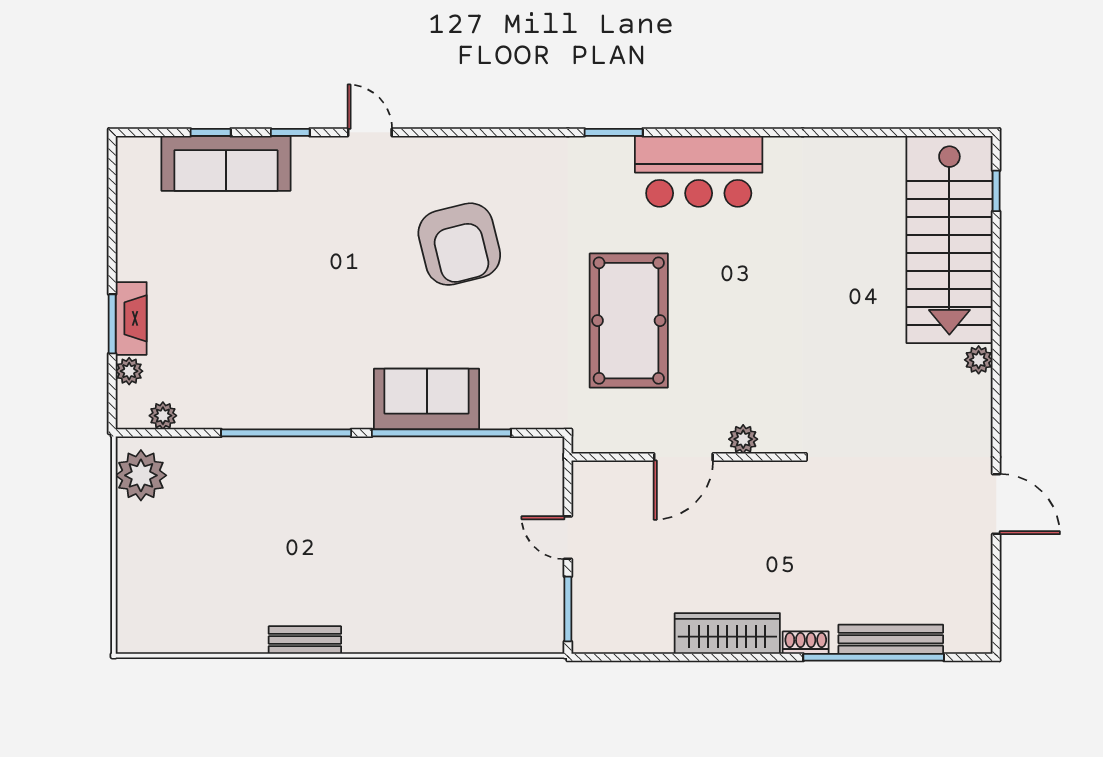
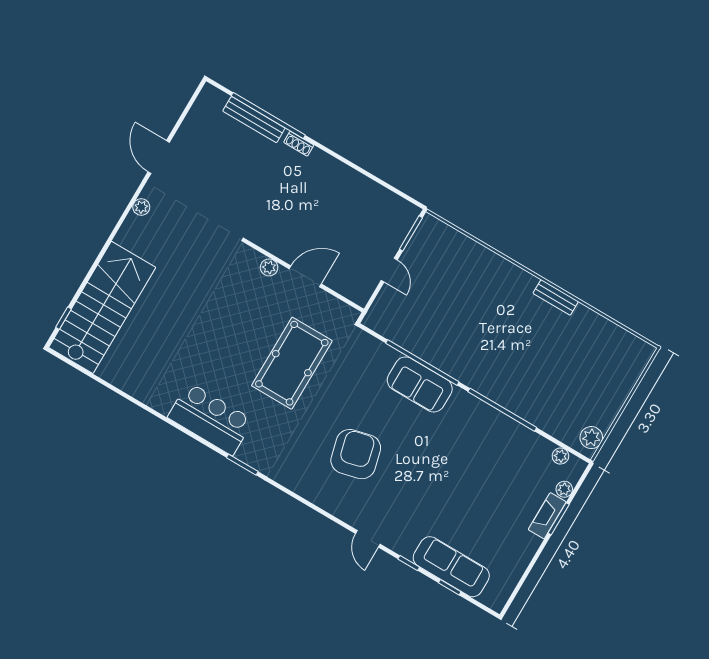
plant: (979, 360) -> (141, 207), moved
plant: (141, 475) -> (591, 438), width x0.73, depth x0.73
wardrobe: (727, 633) -> (336, 172), removed

